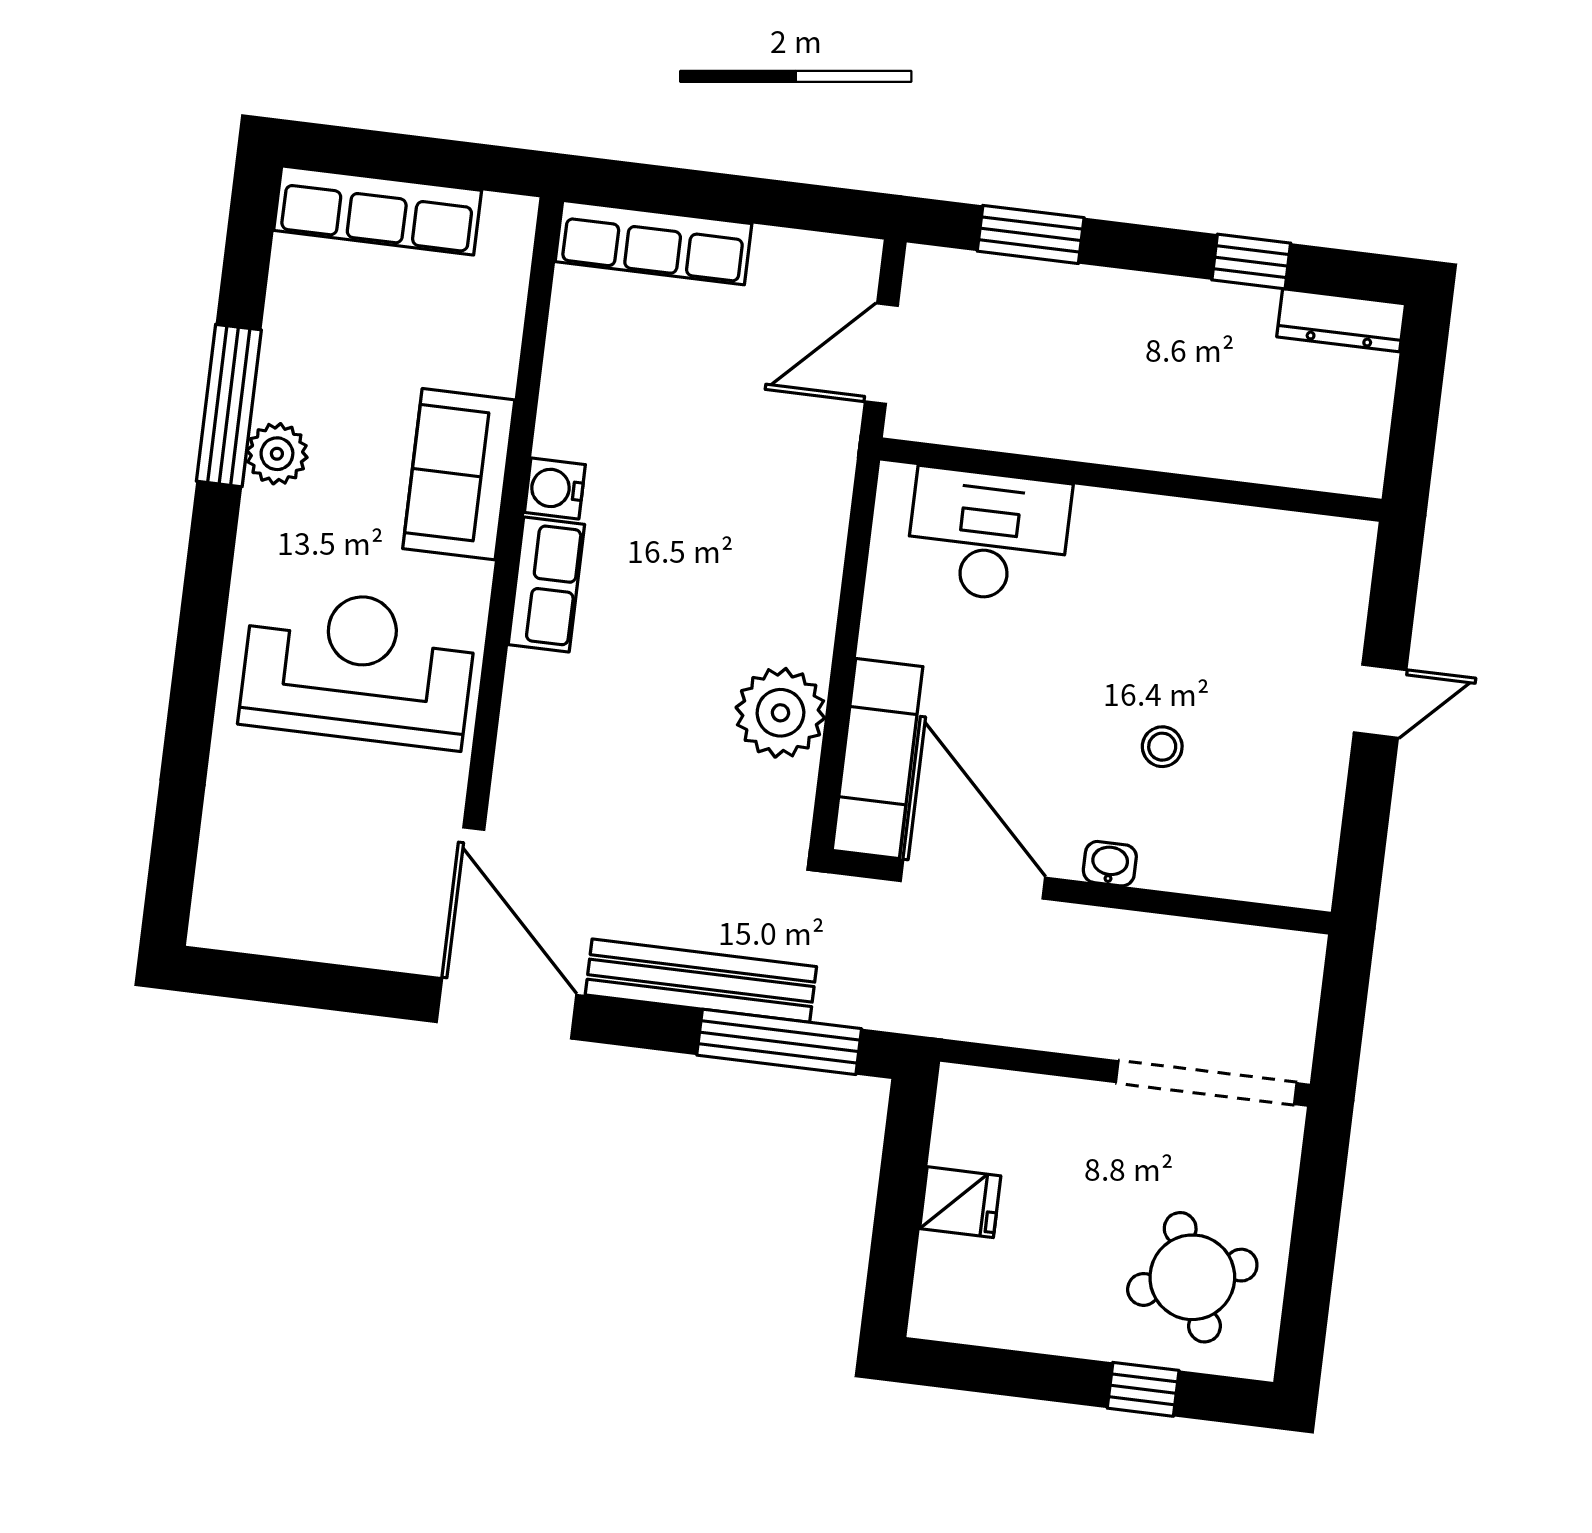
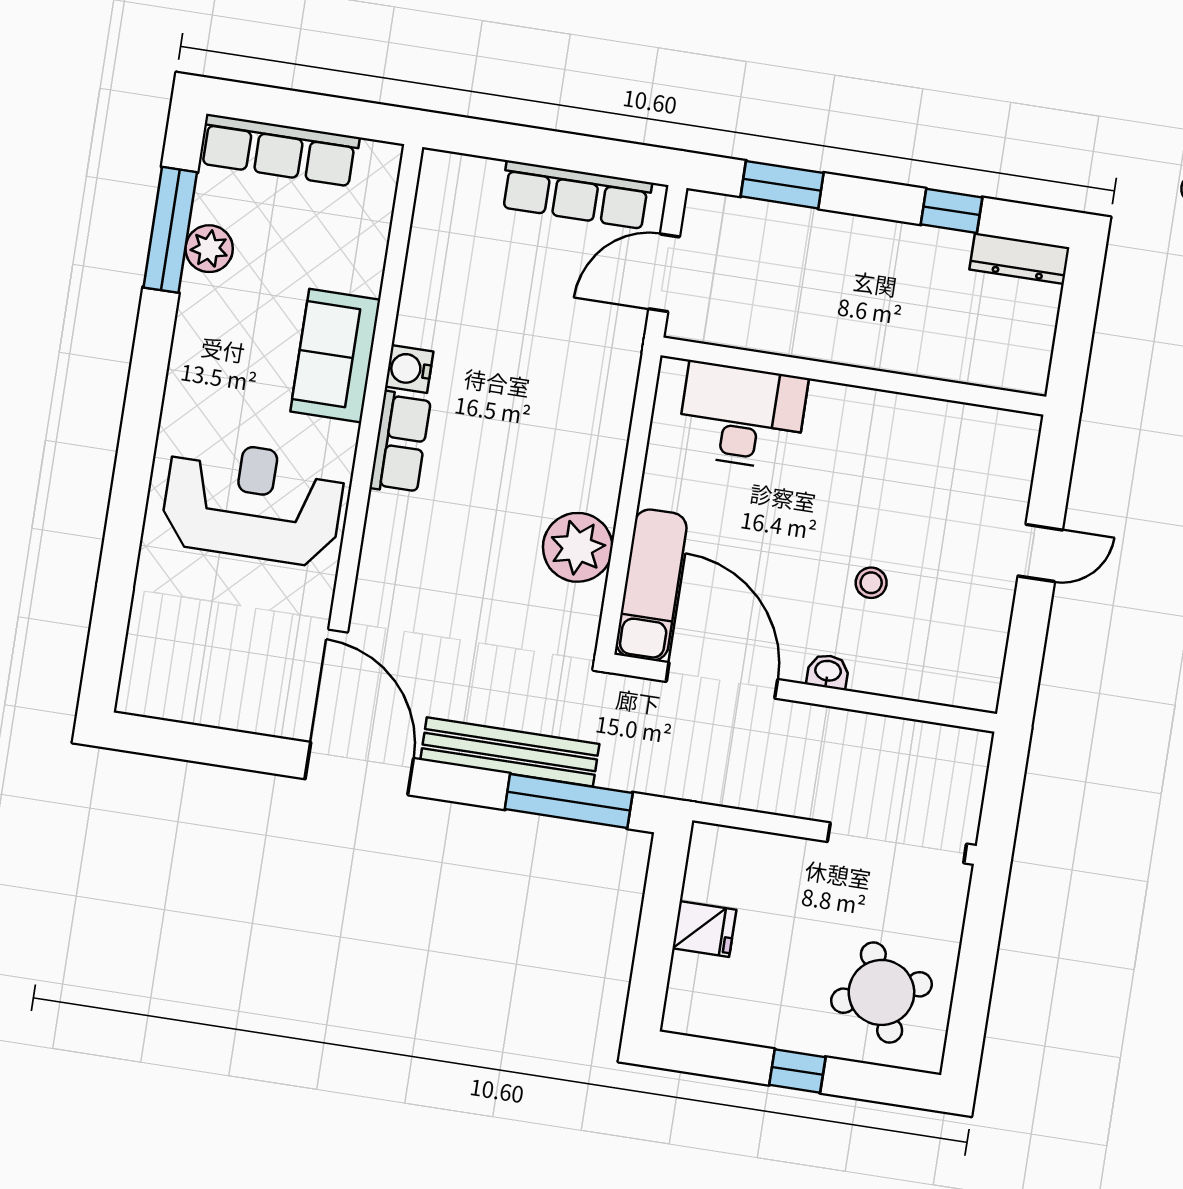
row of seats: (653, 243) -> (576, 195), moved
window: (229, 406) -> (170, 230), moved
plant: (277, 454) -> (209, 249), moved
window: (1143, 1389) -> (797, 1071), moved

